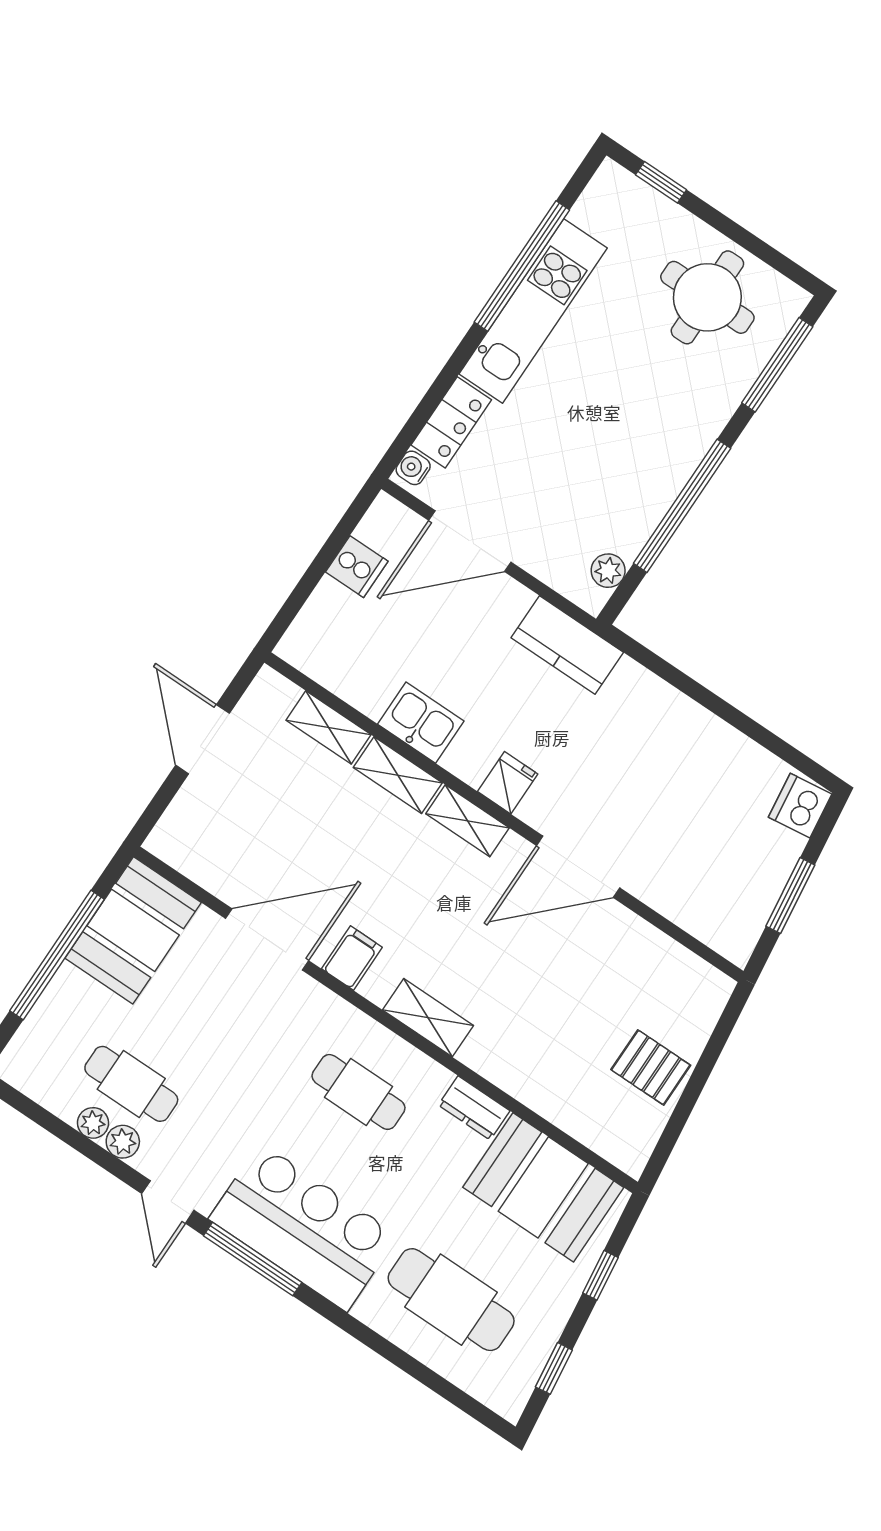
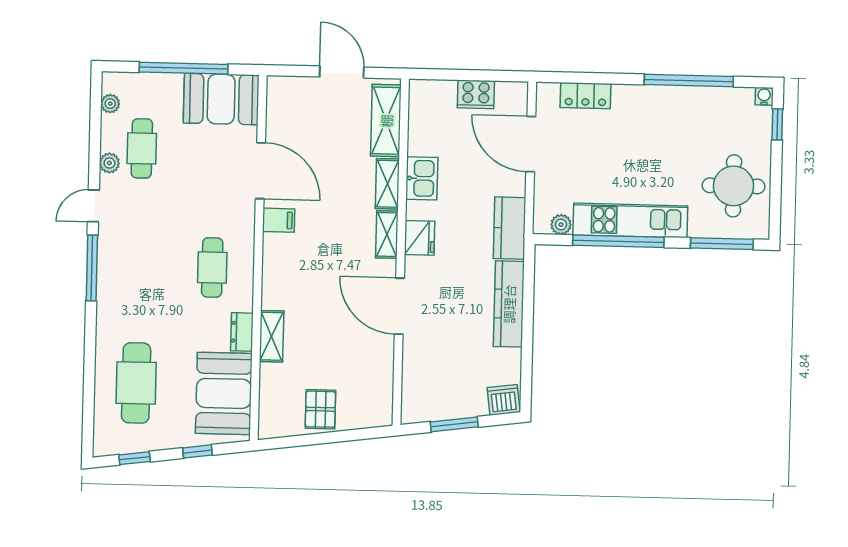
kitchen unit: (533, 311) -> (630, 220), moved, turned 180
water cooler: (413, 468) -> (764, 96), moved
cooker: (357, 567) -> (476, 94), width x1.36
kitchen counter: (672, 713) -> (509, 304), added
shelving: (329, 727) -> (386, 121), width x1.50, depth x1.33
door: (203, 739) -> (342, 72), hinge flipped
fridge: (508, 783) -> (420, 238), width x1.38
shelving: (428, 1018) -> (272, 336), moved
plant: (93, 1123) -> (110, 104), moved
bar counter: (303, 1227) -> (125, 284), removed

